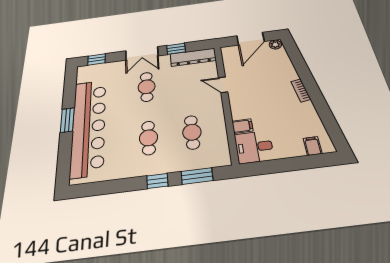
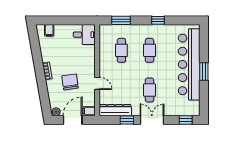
chair: (263, 81) -> (70, 82), added
filing cabinet: (242, 126) -> (89, 111), moved
window: (157, 181) -> (158, 20), moved

